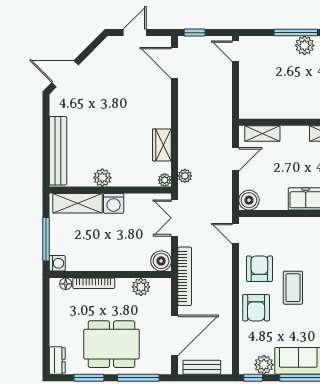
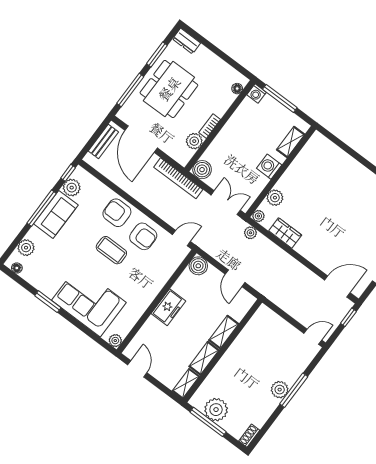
shelving: (262, 133) -> (224, 332), moved
bench: (58, 151) -> (337, 155), removed
plant: (102, 178) -> (275, 198), moved
shelving: (78, 203) -> (291, 142), width x0.67, depth x0.75
bookcase: (94, 283) -> (210, 126), moved, width x0.64

